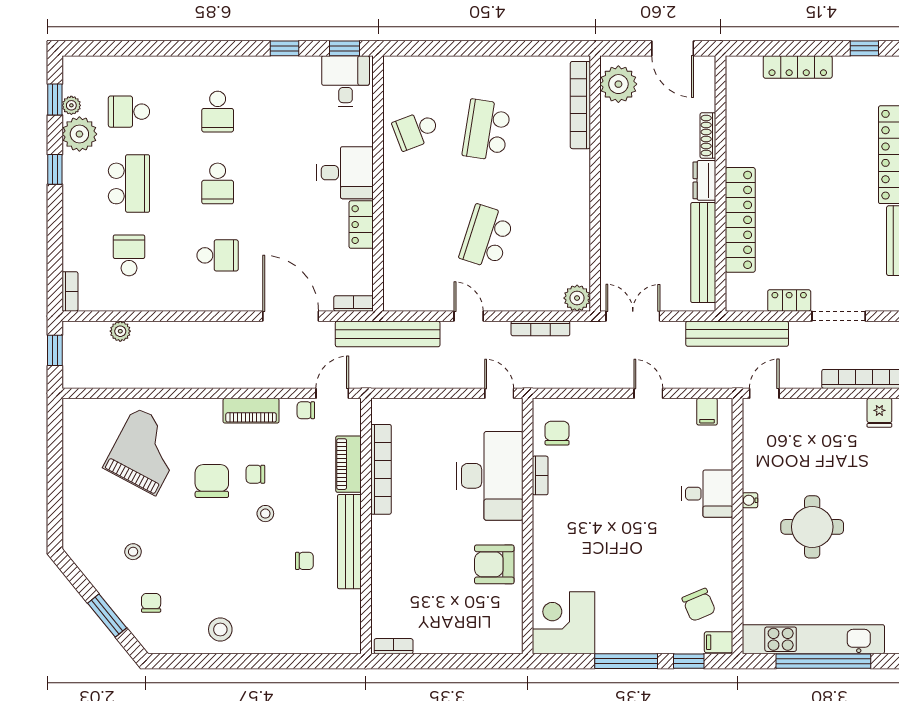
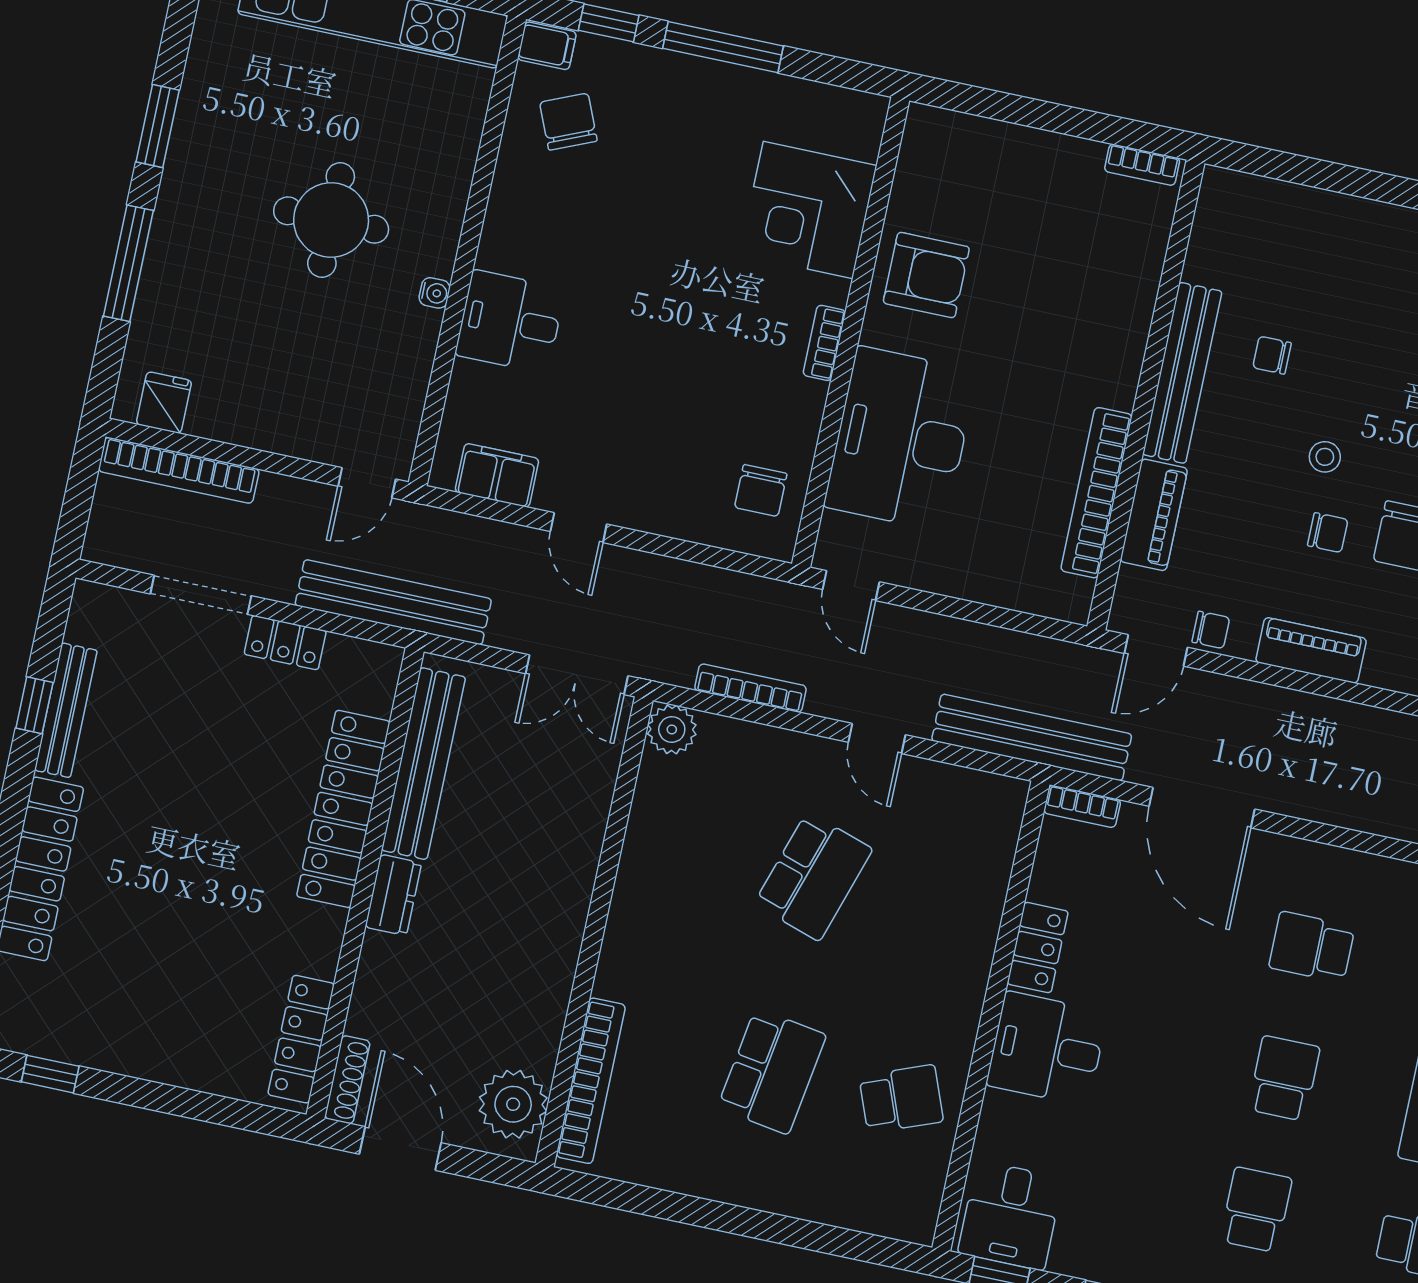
locker: (798, 67) -> (301, 1039), moved, turned -90
shoe rack: (708, 135) -> (347, 1080), moved
filing cabinet: (707, 412) -> (497, 475), width x2.00
bookcase: (540, 475) -> (824, 343), moved
corner desk: (563, 623) -> (808, 210), moved, turned 90

